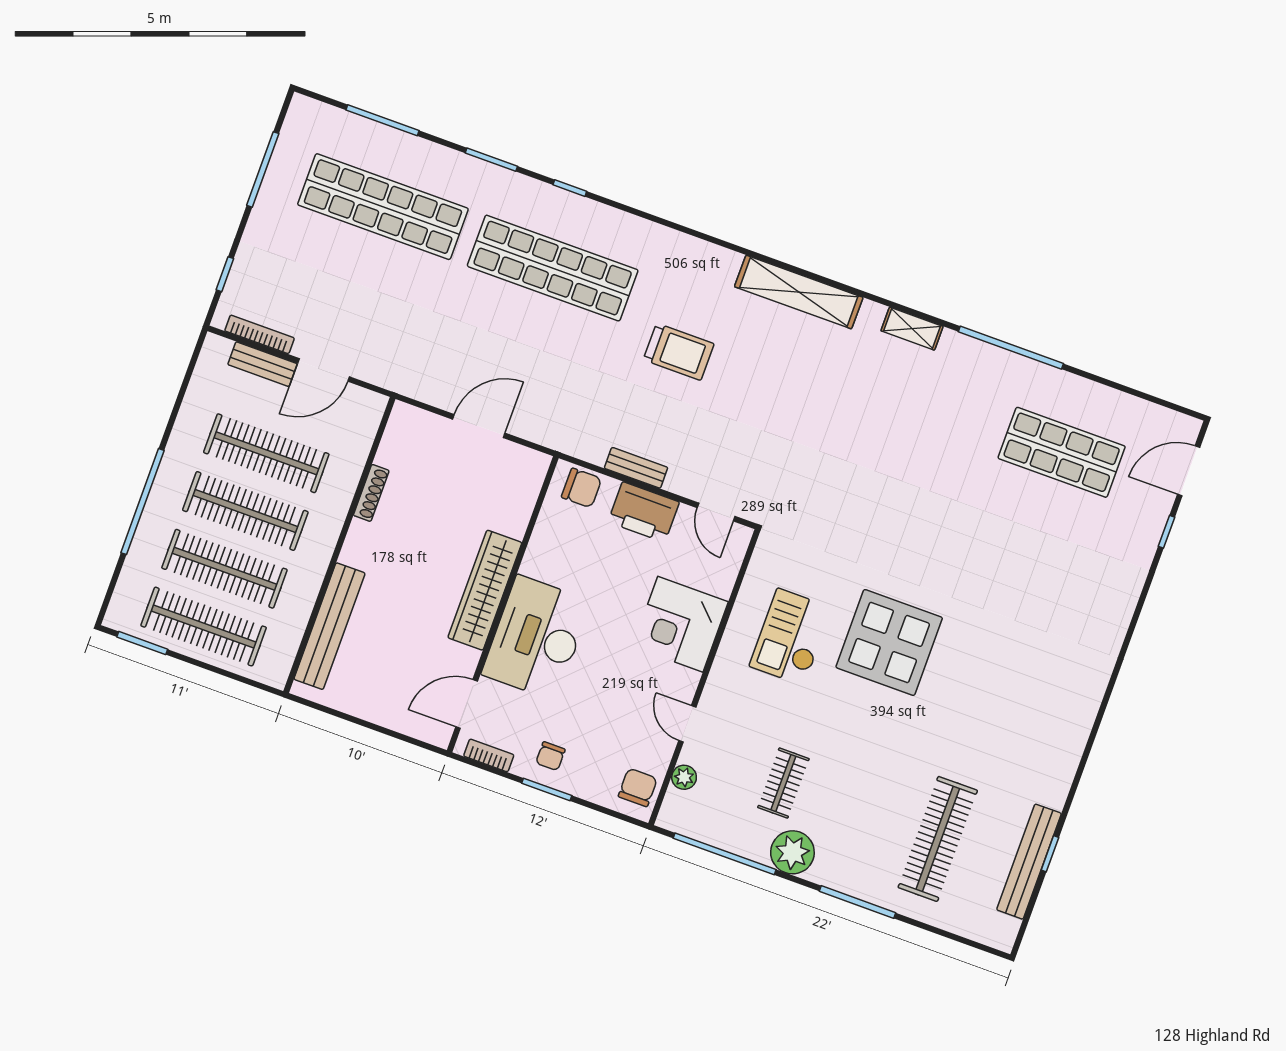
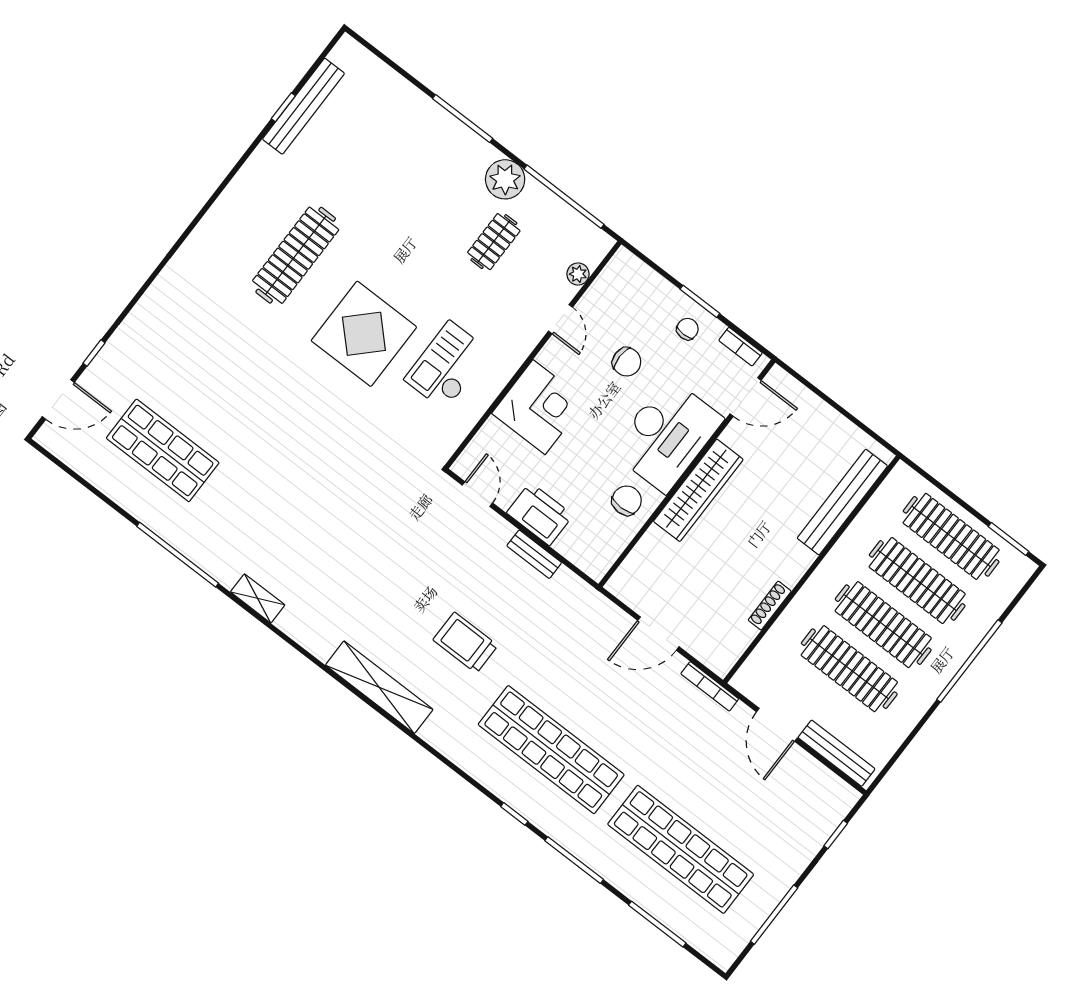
window: (491, 160) -> (574, 860), width x1.44
shelving: (799, 292) -> (379, 687), moved
bookcase: (260, 334) -> (710, 686), moved
bench: (262, 364) -> (837, 753), width x1.36
door: (324, 370) -> (777, 725), swing flipped
chair: (582, 488) -> (627, 501), moved, turned 90
checkout: (791, 637) -> (447, 366), turned 180
chair: (638, 787) -> (627, 362), moved, turned -90
clothes rail: (938, 839) -> (296, 255), moved

